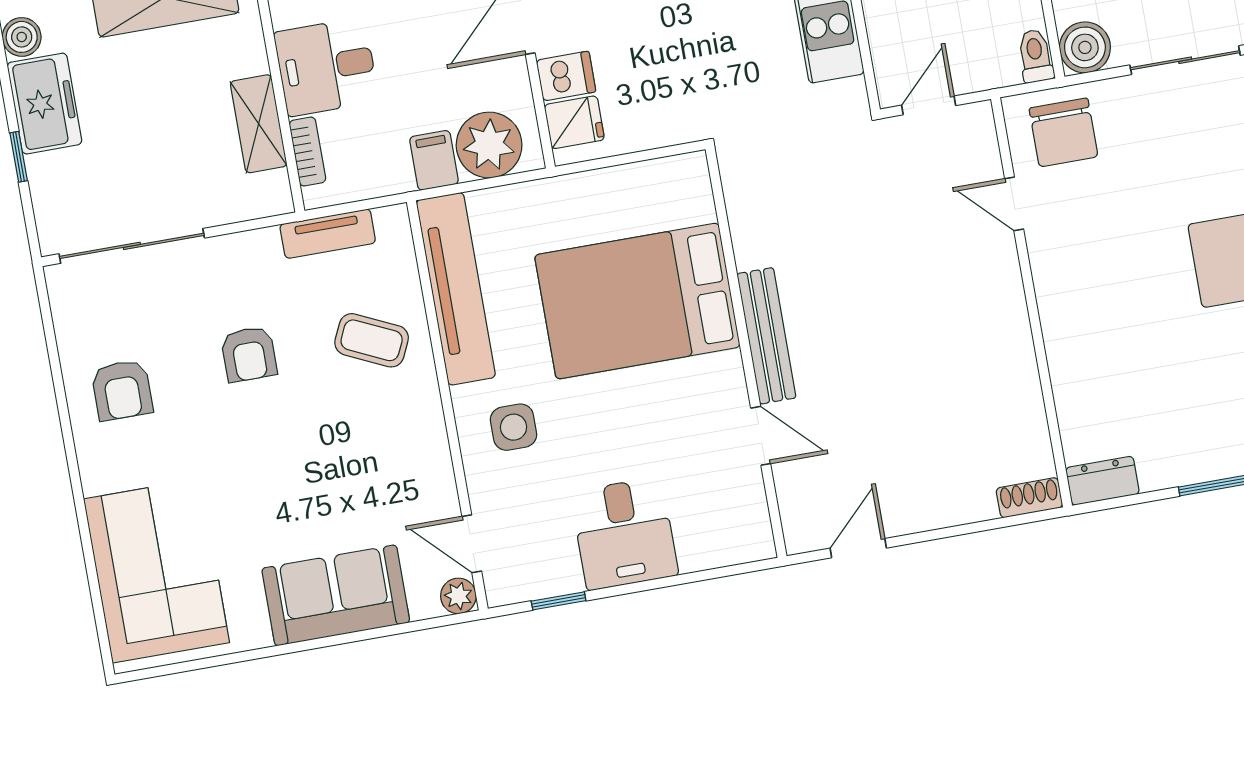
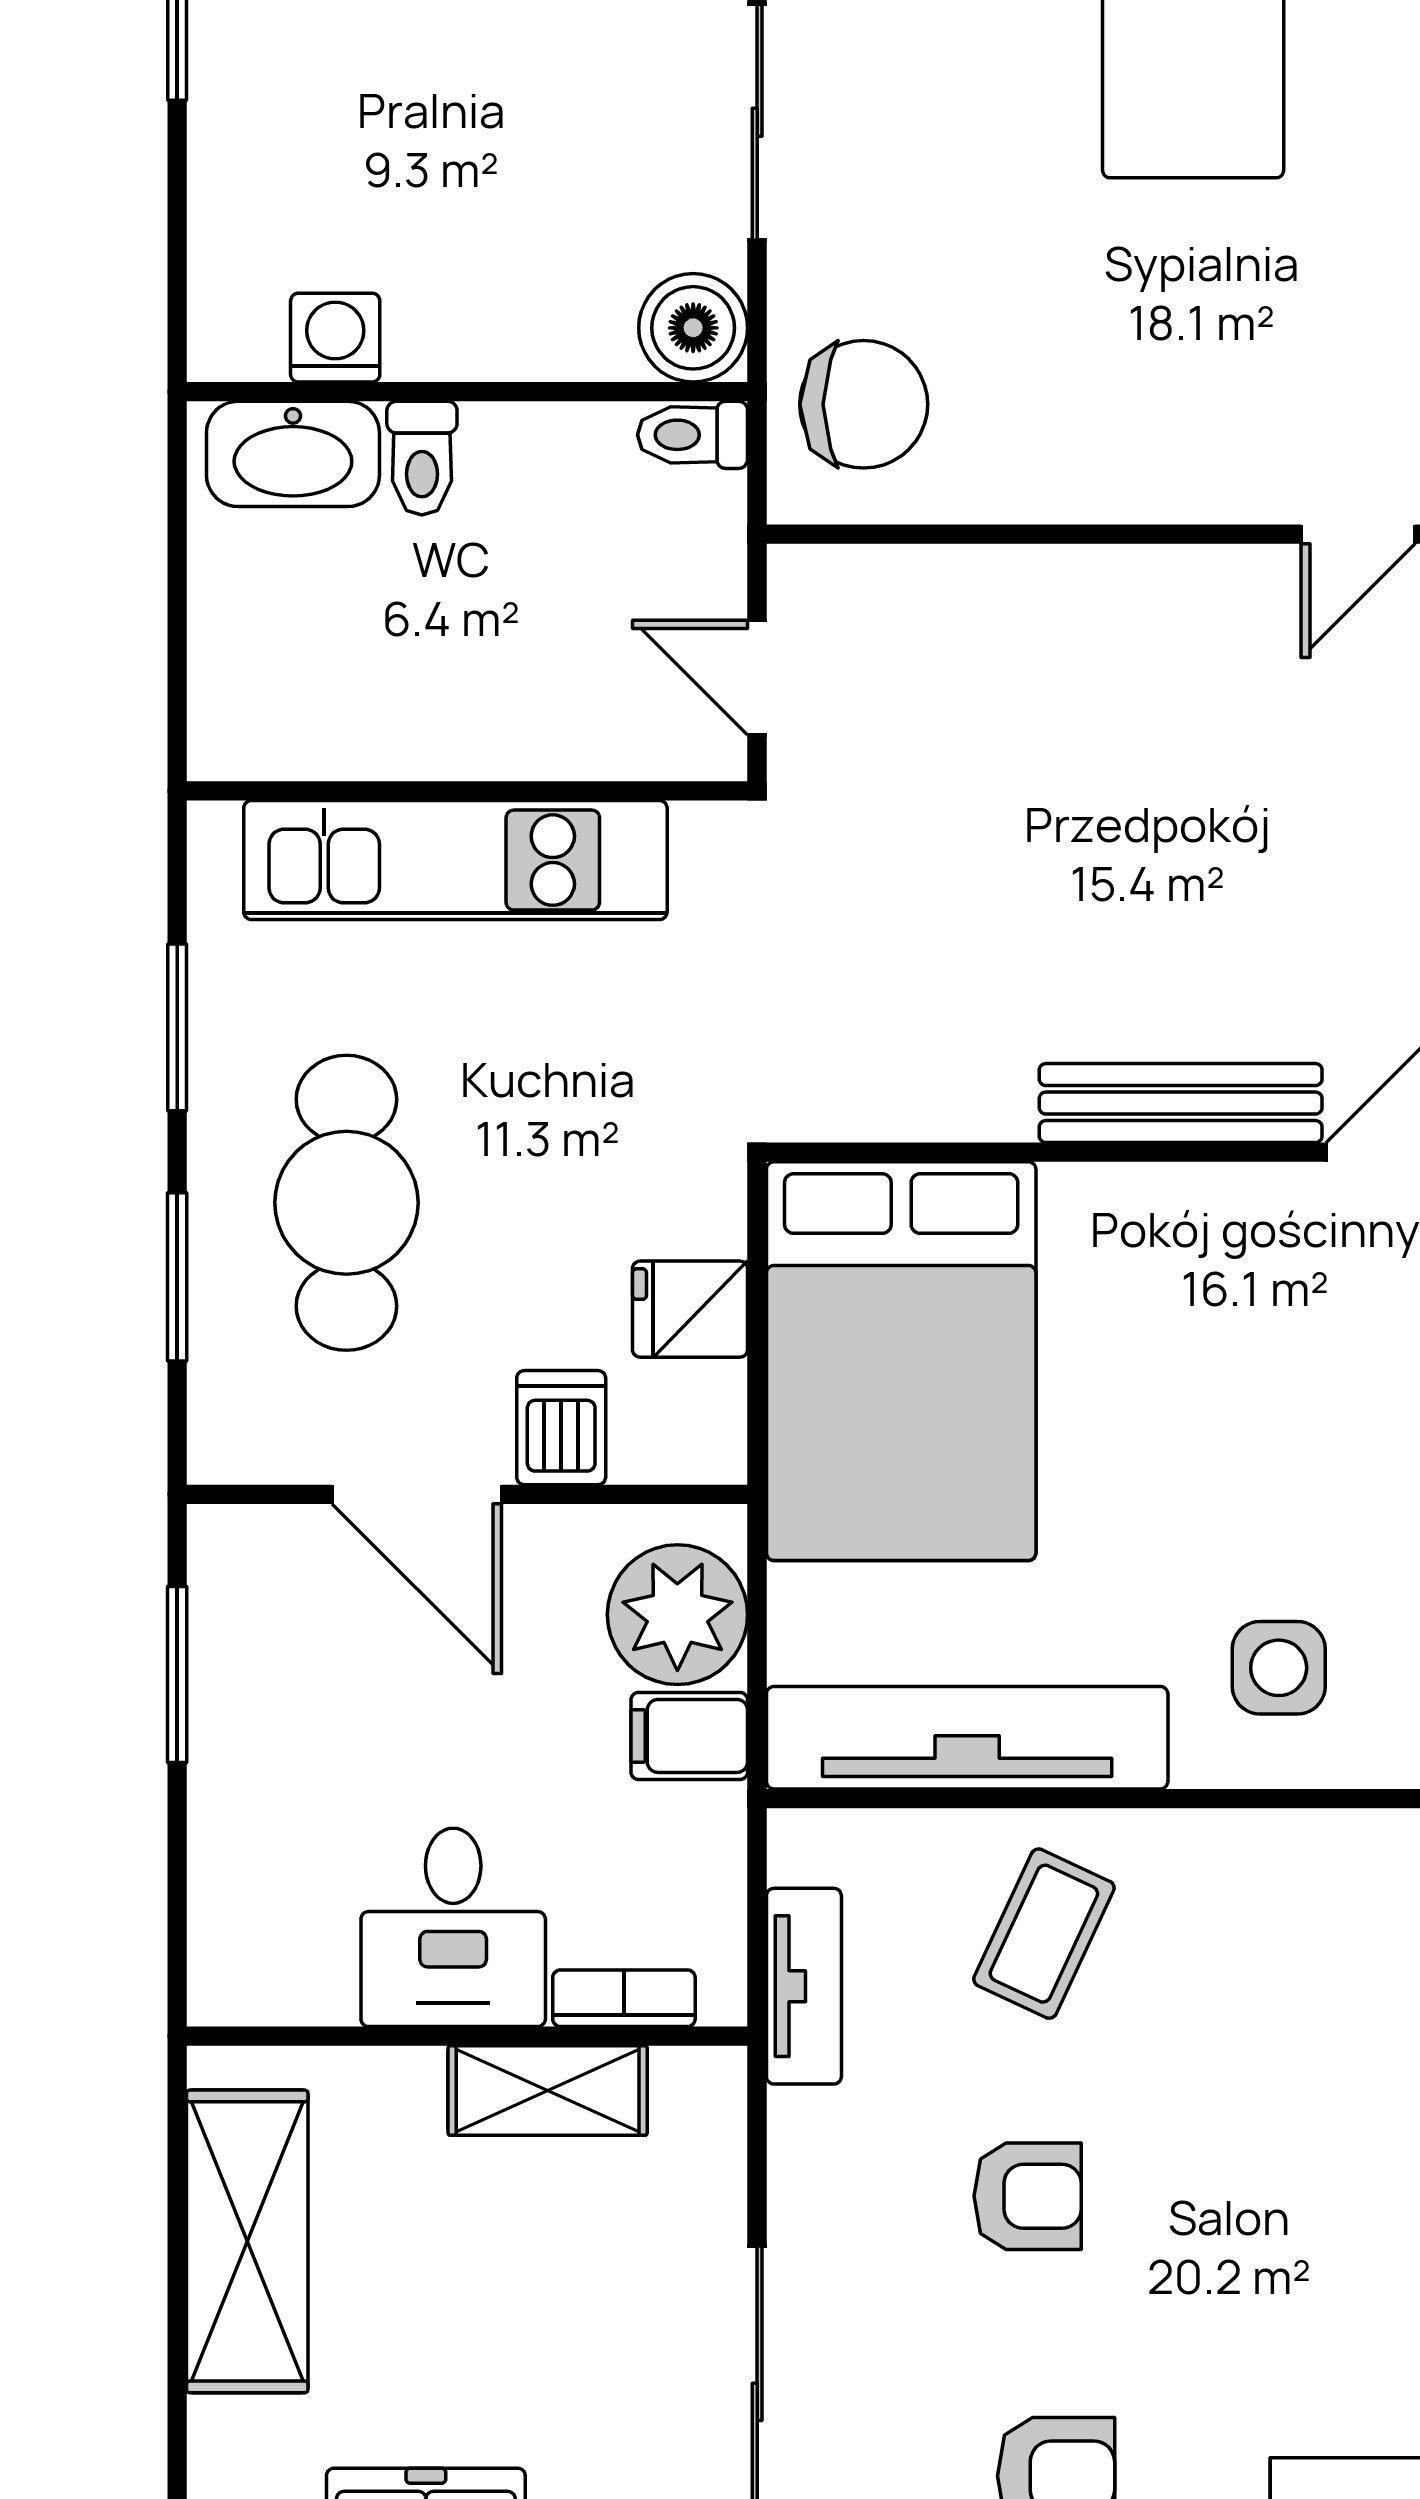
fridge: (574, 122) -> (690, 1309), moved, turned -90
door: (1014, 204) -> (1358, 534), moved
bed: (637, 301) -> (901, 1361), moved

